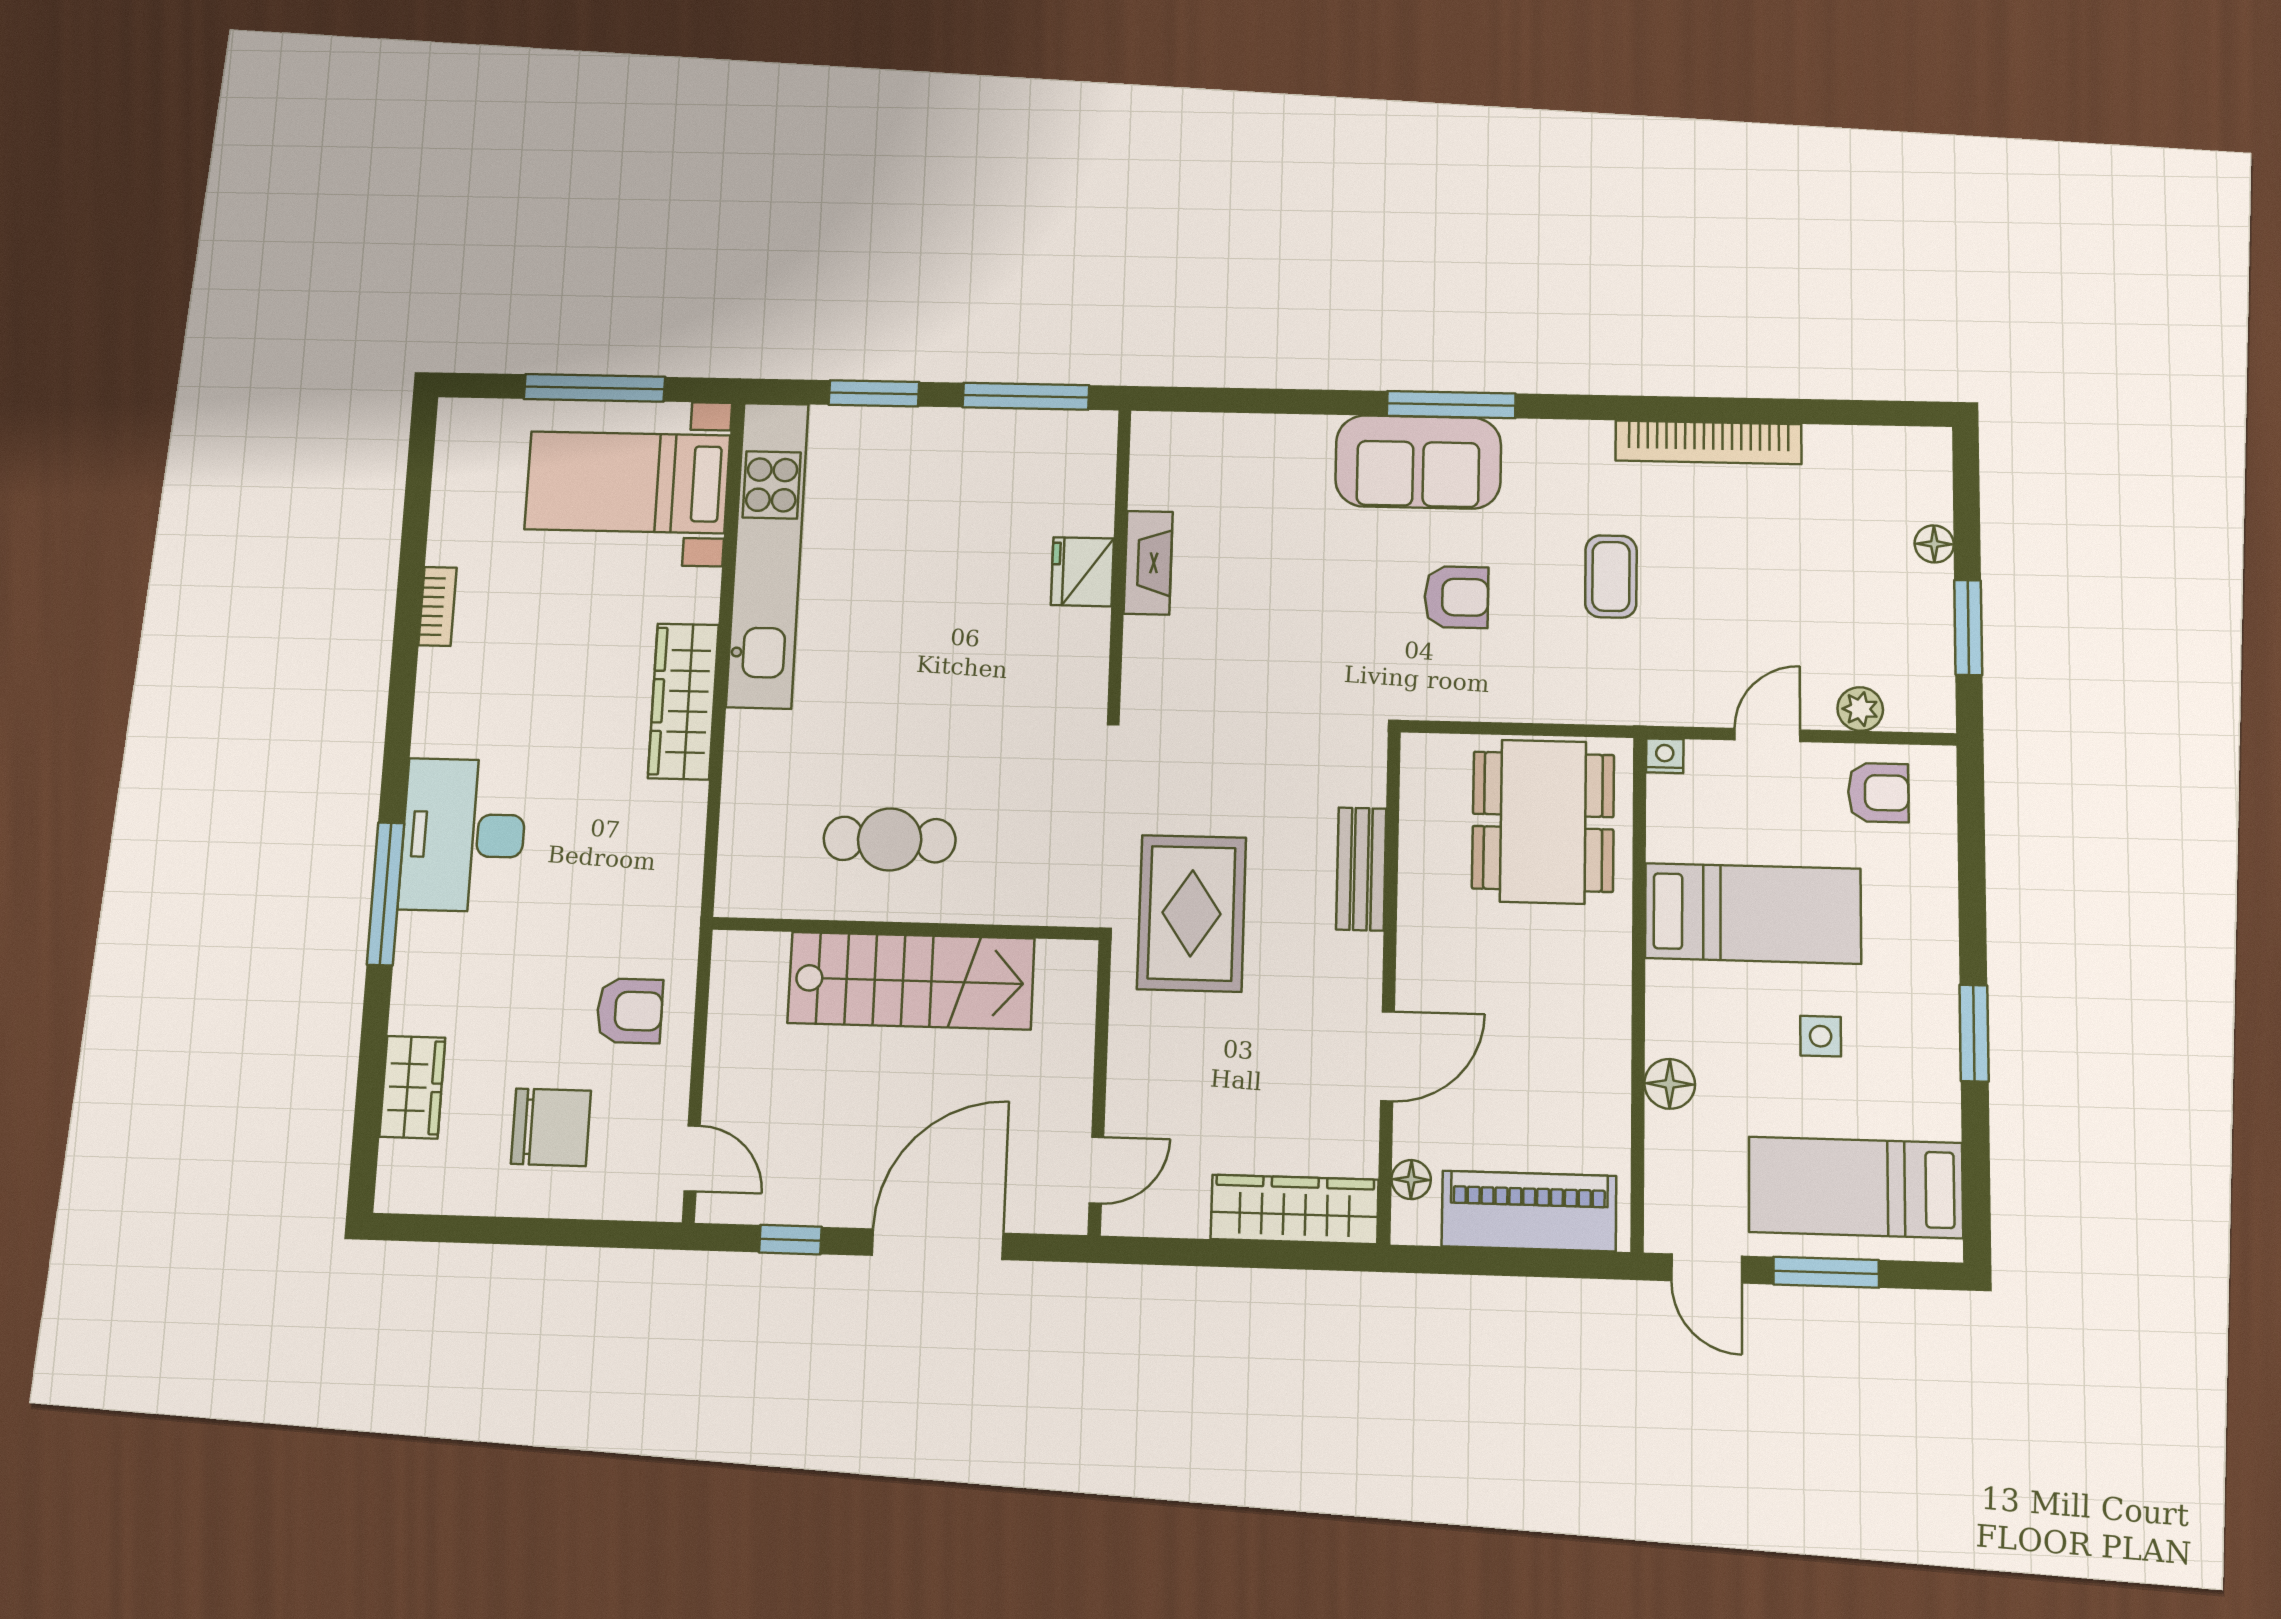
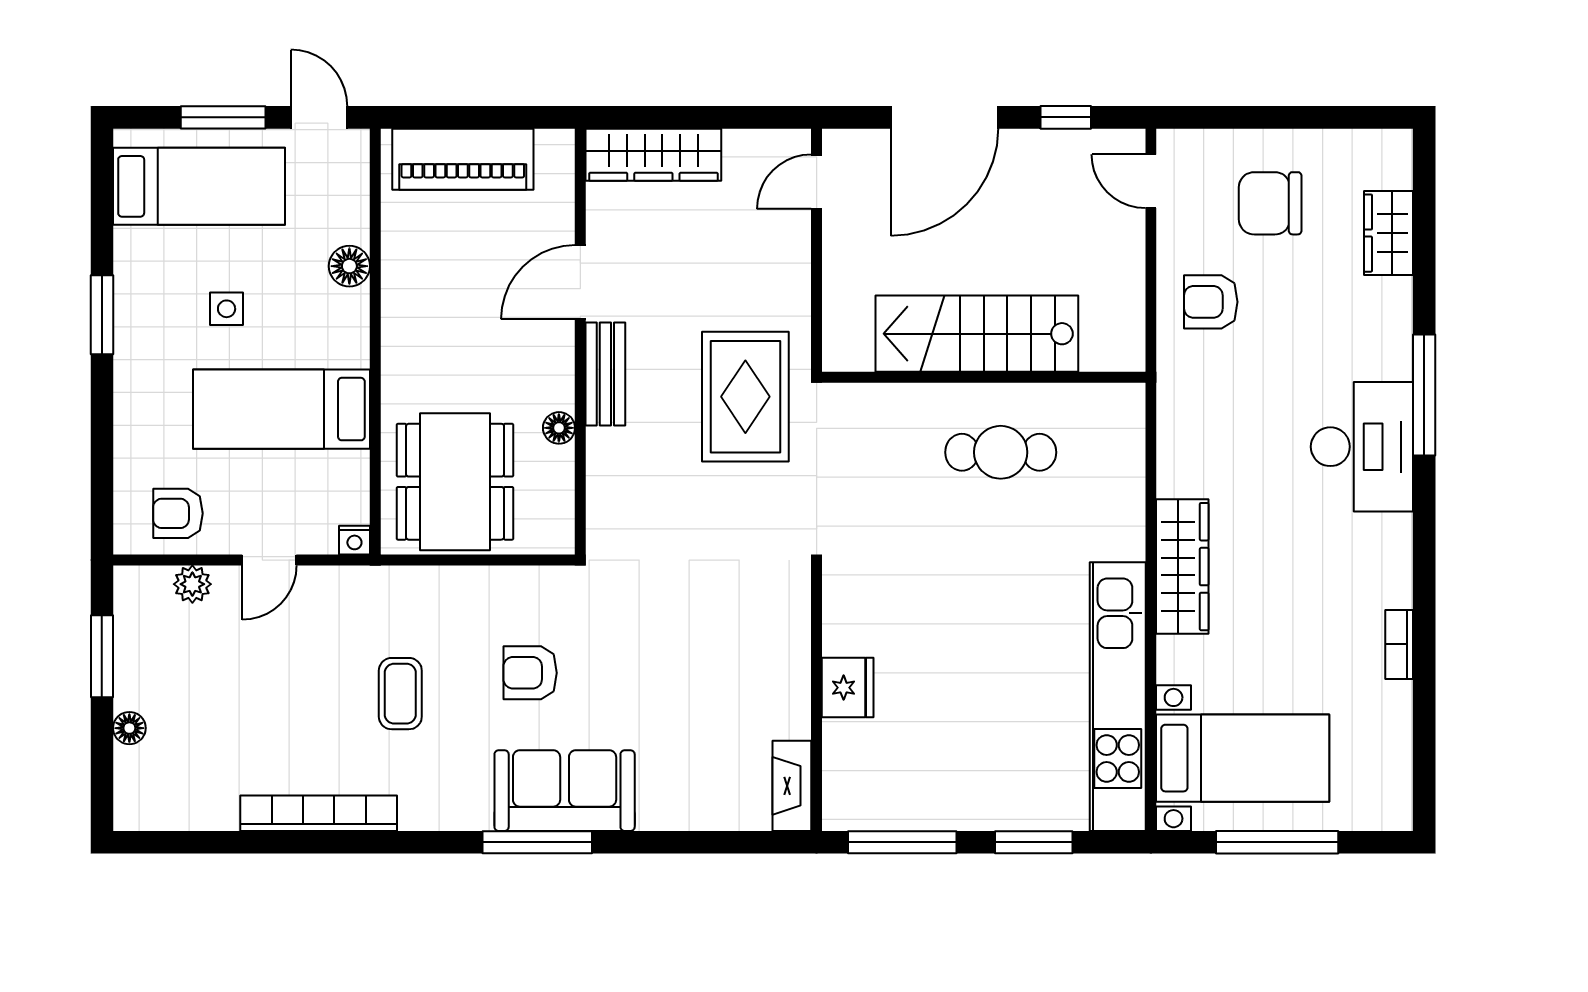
fireplace: (1148, 563) -> (792, 786), moved
bench: (1361, 869) -> (605, 374), moved
floor lamp: (1411, 1180) -> (559, 428), moved

